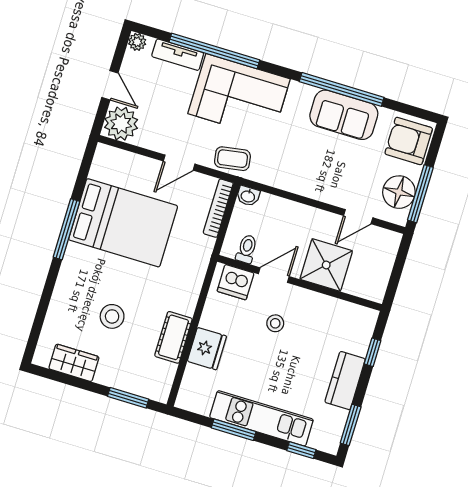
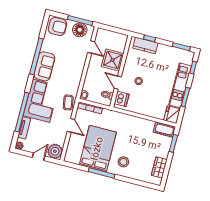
sofa: (344, 115) -> (44, 66), moved
armchair: (409, 141) -> (57, 27), turned -90
stool: (112, 316) -> (123, 162), moved
cot: (173, 337) -> (164, 129), moved
fridge: (207, 349) -> (172, 115), moved, turned -90
kitchen counter: (345, 381) -> (145, 46), moved

